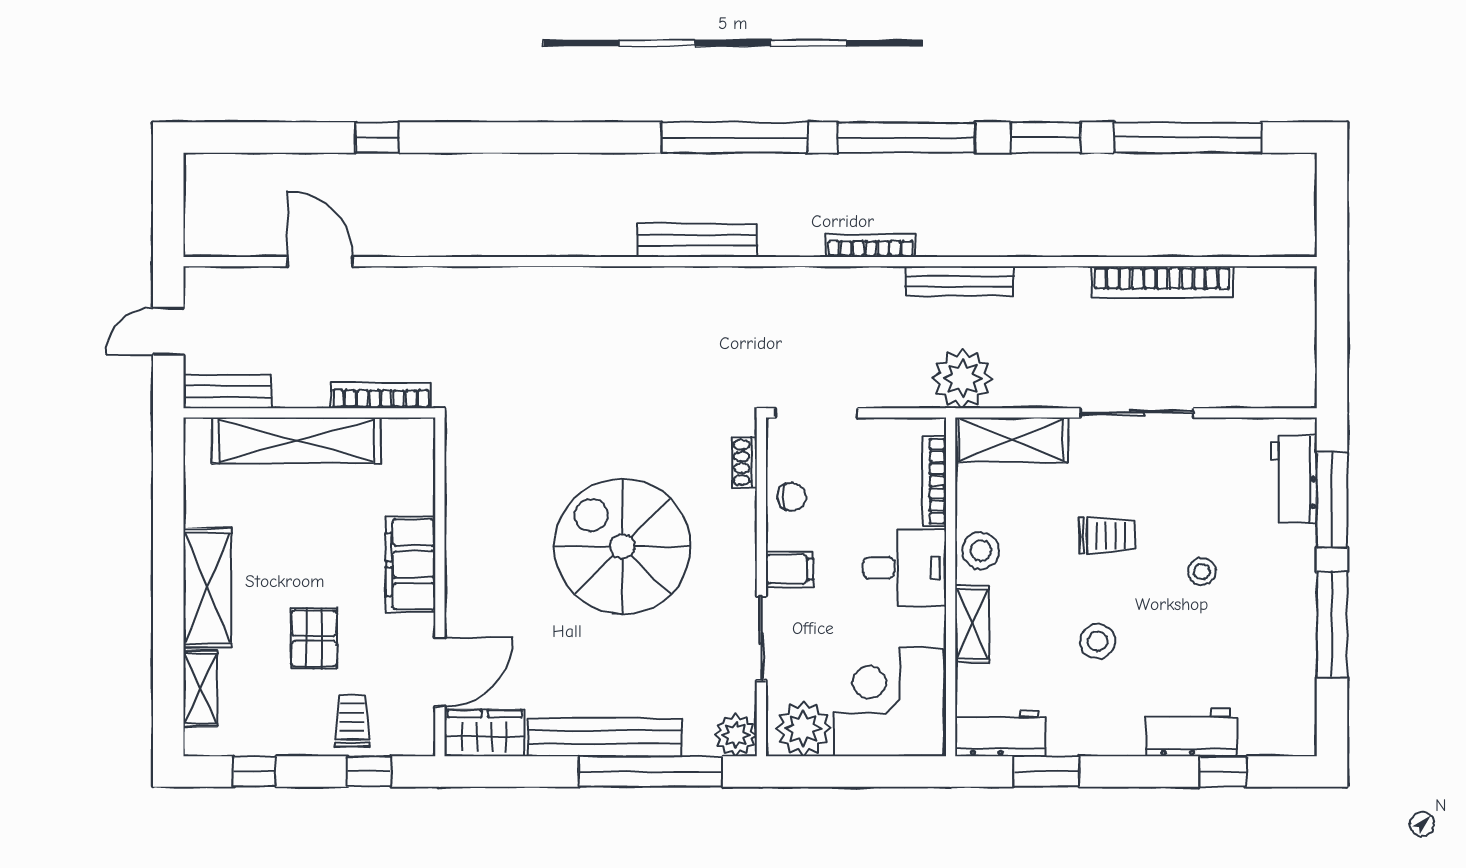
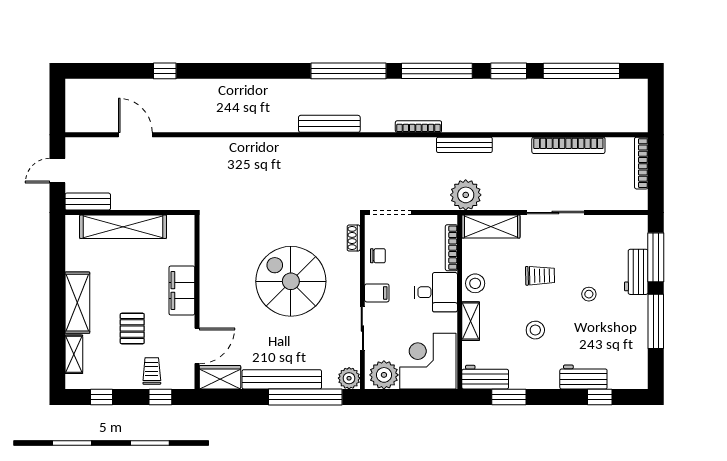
bookcase: (381, 395) -> (641, 163), moved, turned -90
workbench: (1294, 479) -> (636, 272), moved

